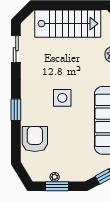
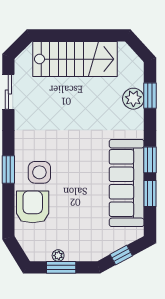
side table: (62, 98) -> (39, 172), moved

